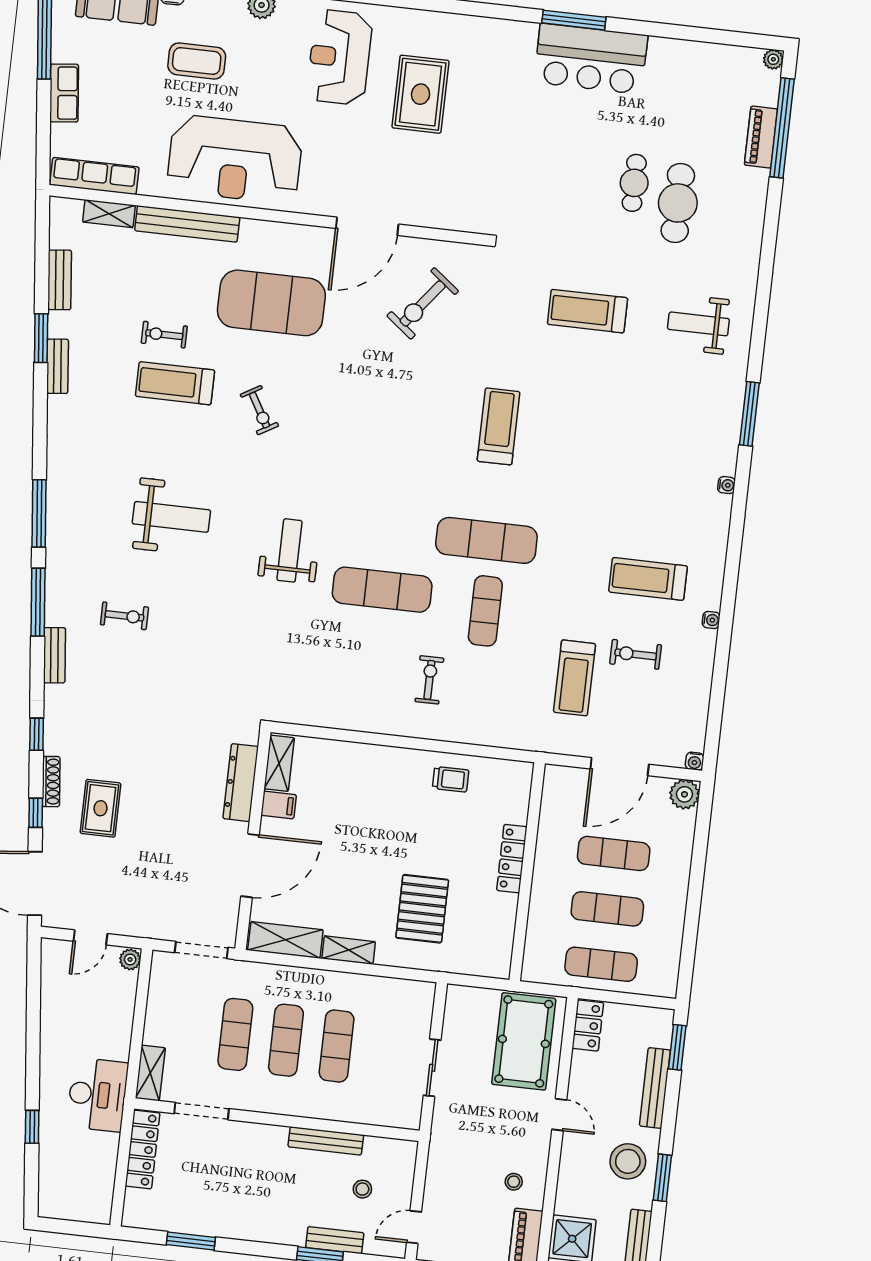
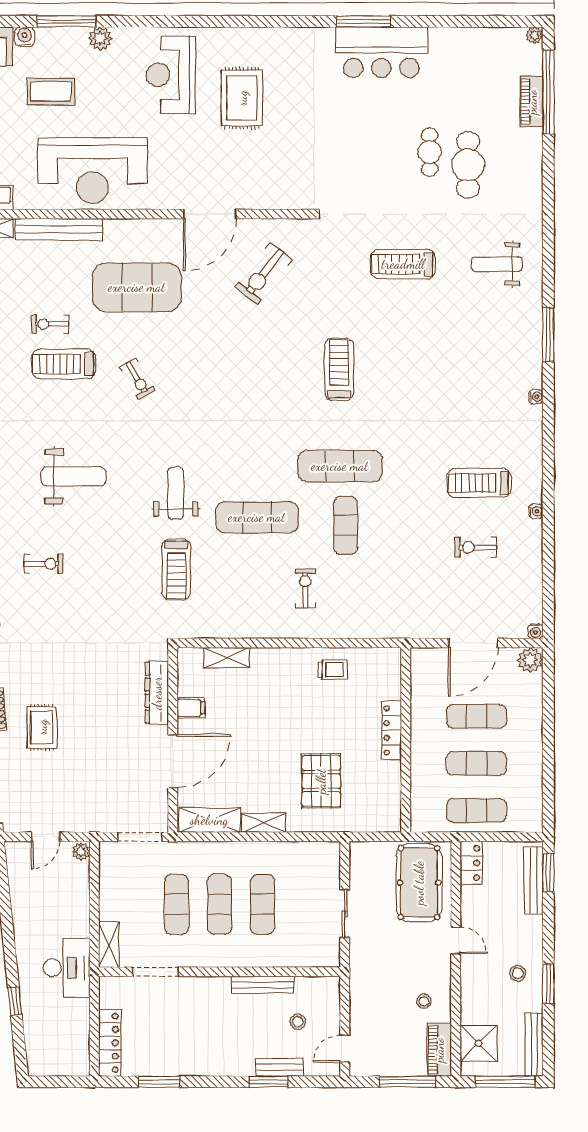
treadmill: (574, 678) -> (176, 569), moved
shelving: (279, 763) -> (227, 658), moved, turned 90
bench: (655, 1088) -> (533, 881), moved
locker: (143, 1149) -> (110, 1043), moved
stool: (628, 1161) -> (518, 973), width x0.53, depth x0.53

